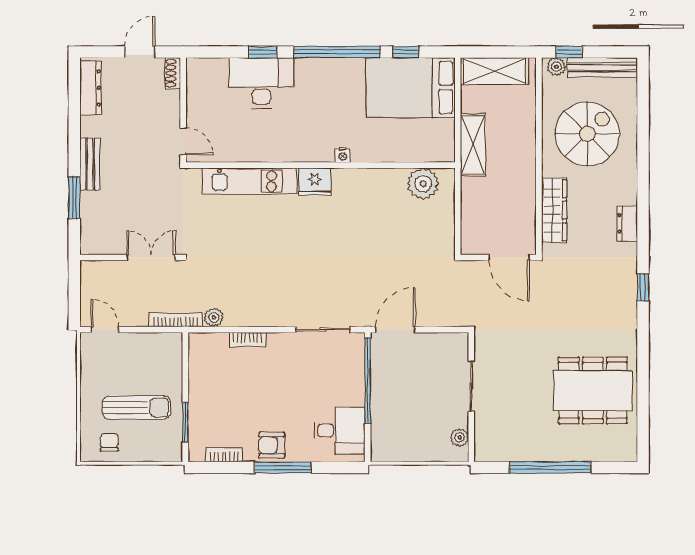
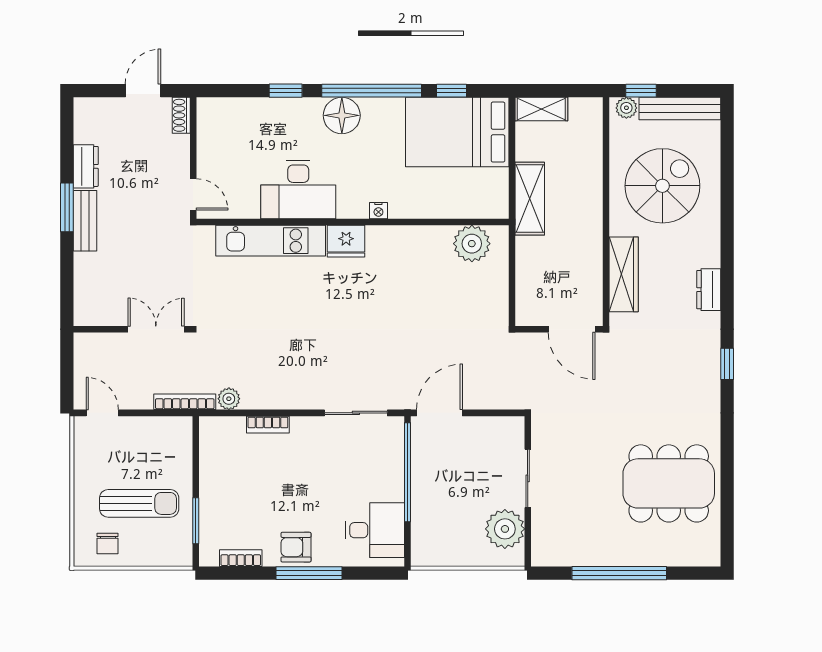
shelving: (494, 71) -> (541, 109), width x0.67, depth x0.75
floor lamp: (311, 73) -> (342, 115), added
desk: (261, 83) -> (298, 190), moved, turned 180
dresser: (91, 88) -> (86, 166), moved, width x0.70
window: (74, 198) -> (67, 207), moved
plant: (460, 437) -> (505, 529), width x1.87, depth x1.87
chair: (109, 442) -> (108, 544), turned 180

